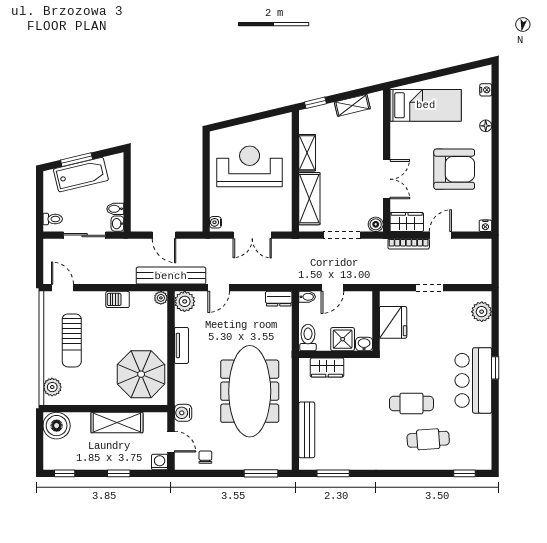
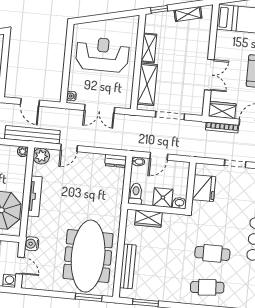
boiler: (376, 224) -> (198, 110), removed
tv unit: (181, 345) -> (35, 196), width x1.41
meeting table: (250, 391) -> (88, 256), moved
cafe table: (428, 439) -> (207, 287), moved
chair: (205, 457) -> (46, 280), removed

